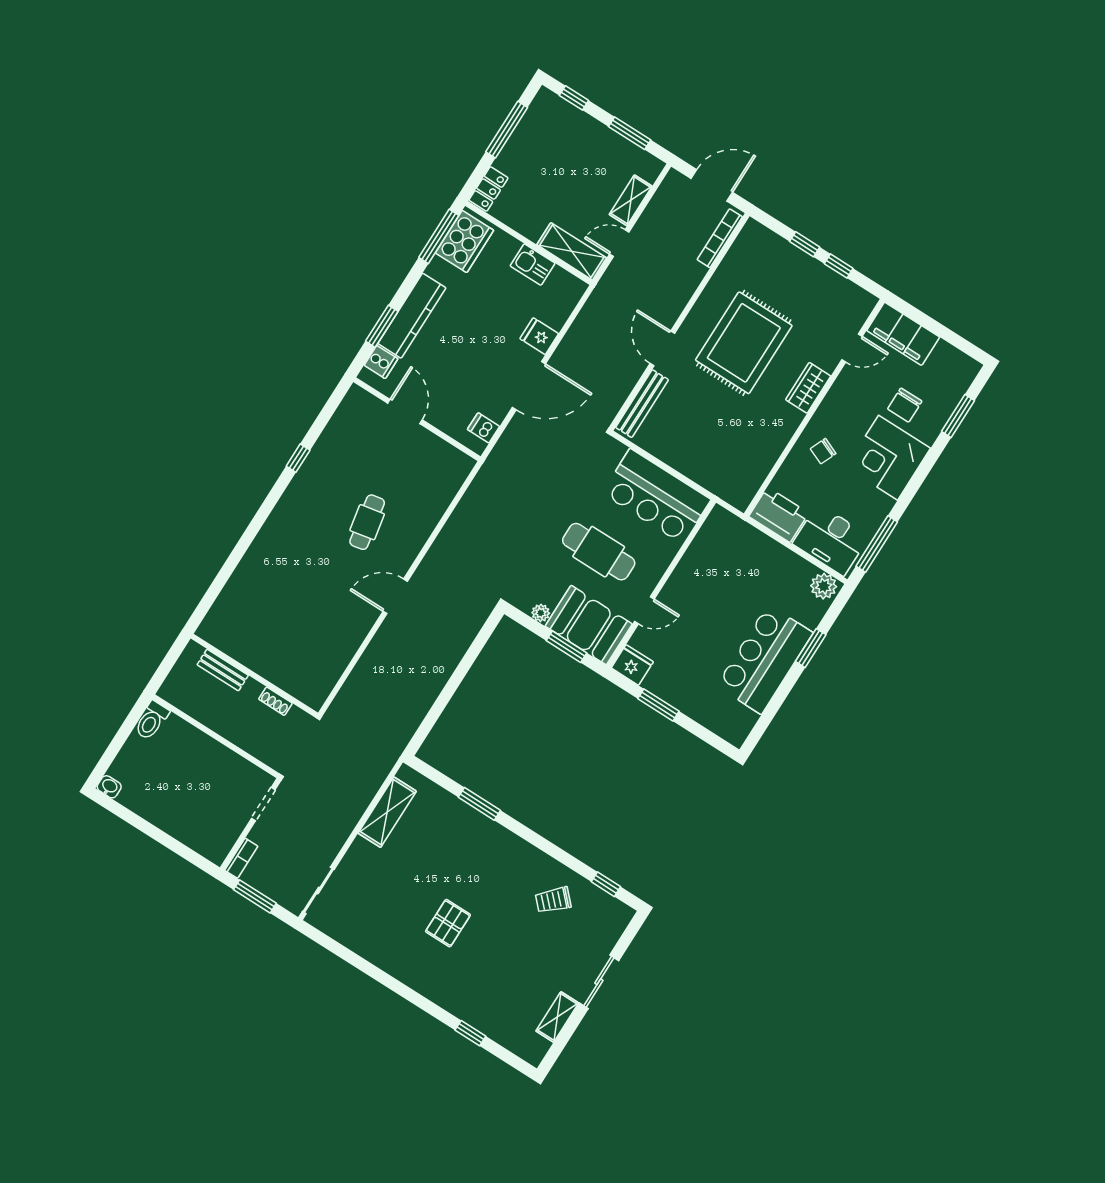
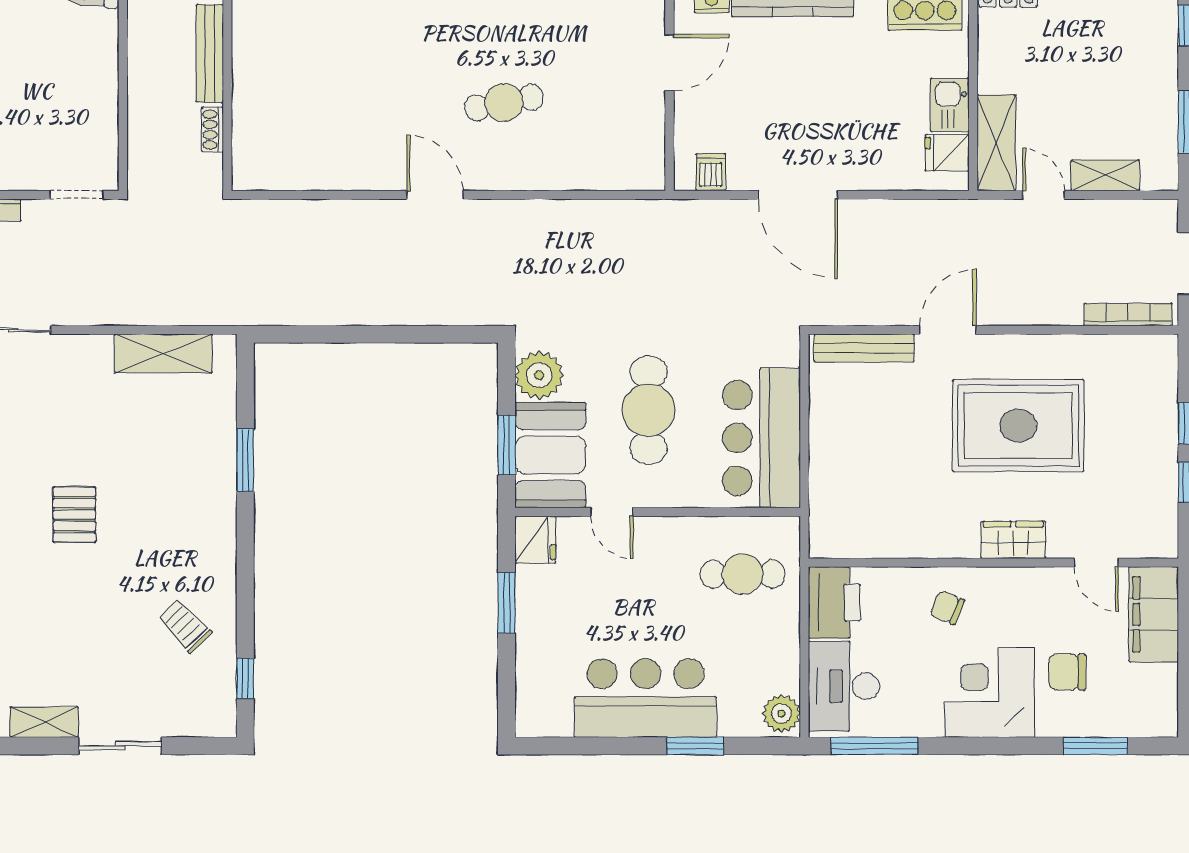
fridge: (539, 336) -> (947, 153), moved, turned -90
cafe table: (728, 557) -> (743, 574), added
plant: (541, 613) -> (539, 375), width x1.88, depth x1.88
bench: (223, 670) -> (210, 53), width x1.36
pallet: (448, 923) -> (74, 515), turned 90

